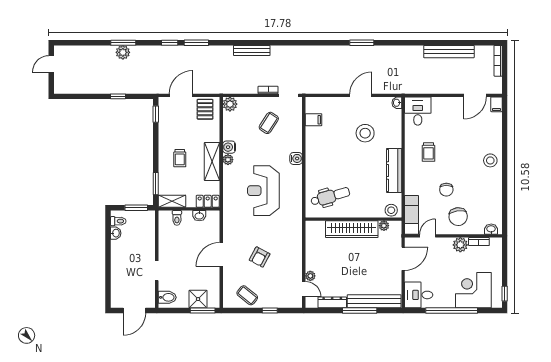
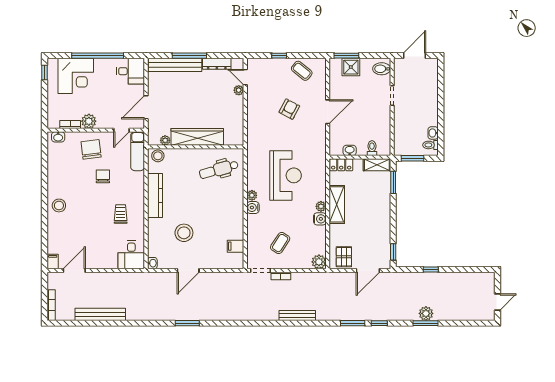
trolley: (180, 158) -> (369, 208), removed
plant: (297, 171) -> (252, 195), added

